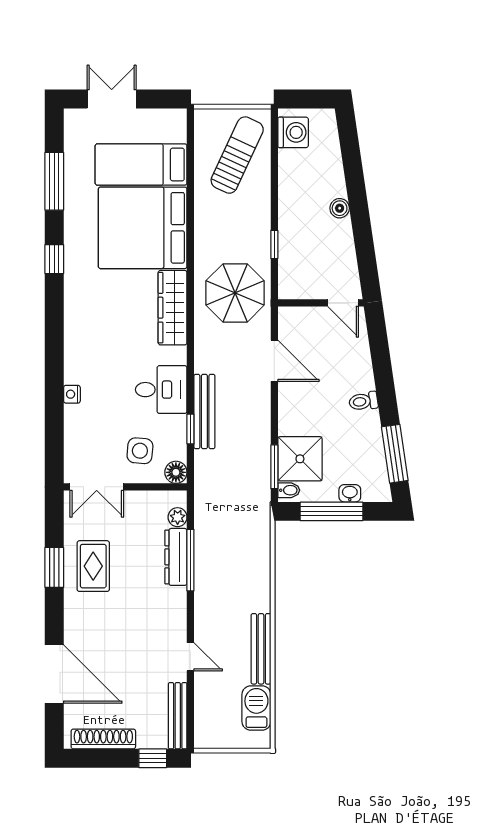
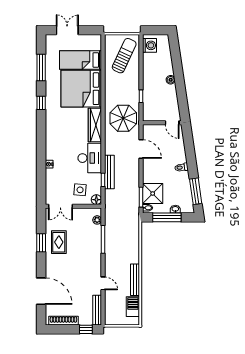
desk: (161, 390) -> (90, 158), width x1.37
dresser: (176, 557) -> (96, 238), removed

